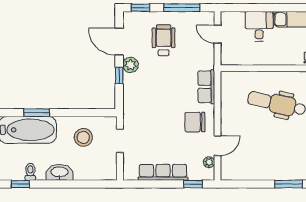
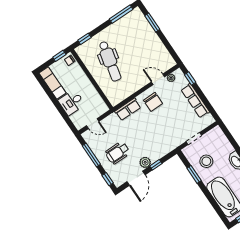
door: (217, 34) -> (93, 124), hinge flipped
window: (37, 113) -> (194, 174), moved

